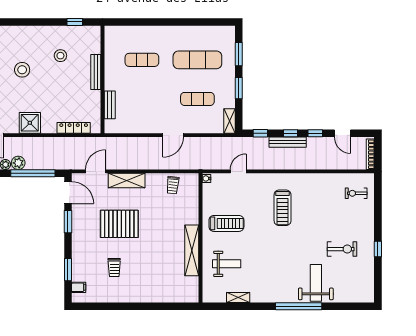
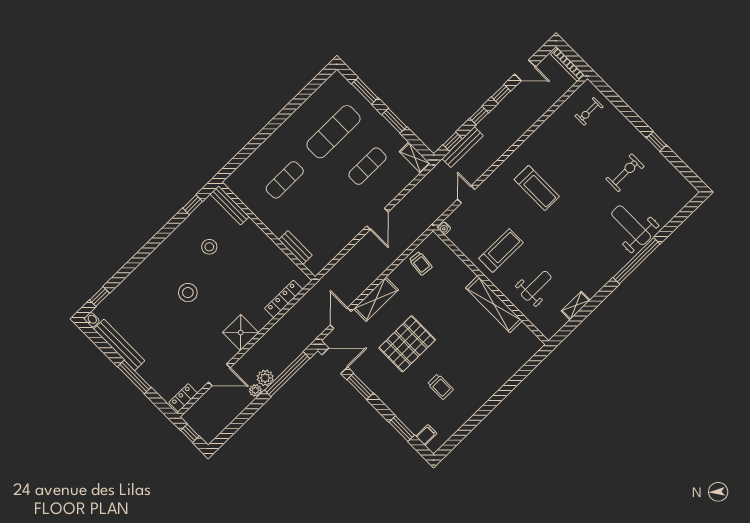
bench: (96, 72) -> (230, 205), moved
bench: (288, 142) -> (463, 147), moved

